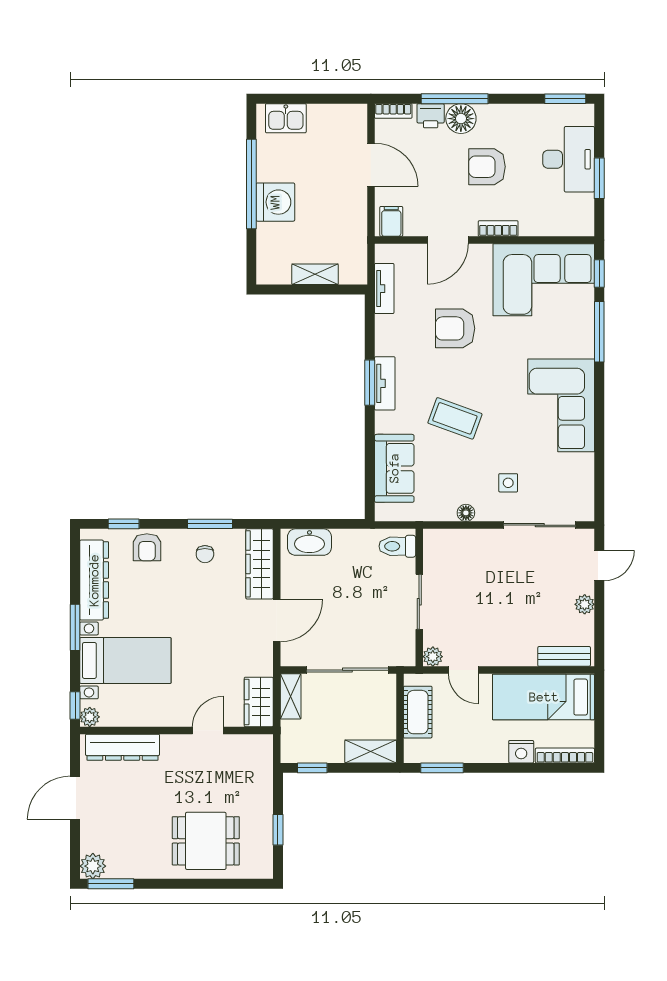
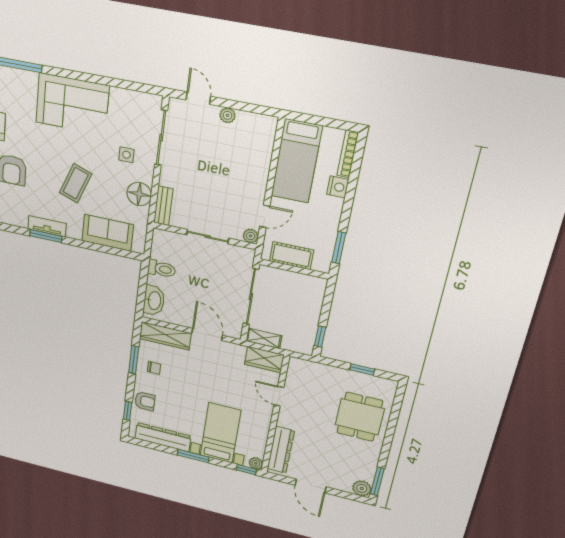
floor lamp: (466, 513) -> (139, 194), width x1.89, depth x1.89
toilet: (397, 546) -> (162, 269), moved, turned -90
bench: (564, 656) -> (163, 206), moved
shelving: (371, 751) -> (316, 295), removed

